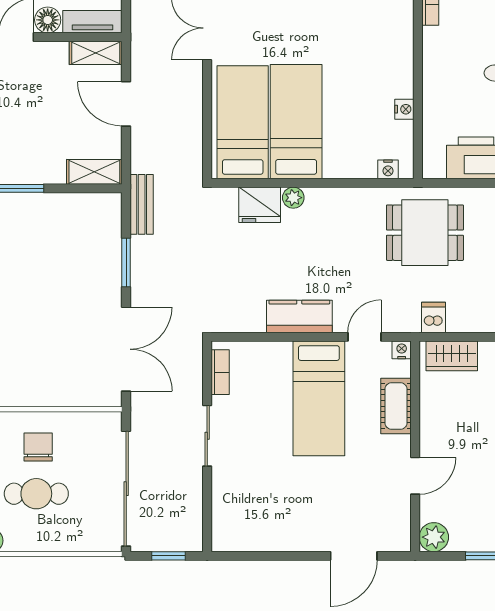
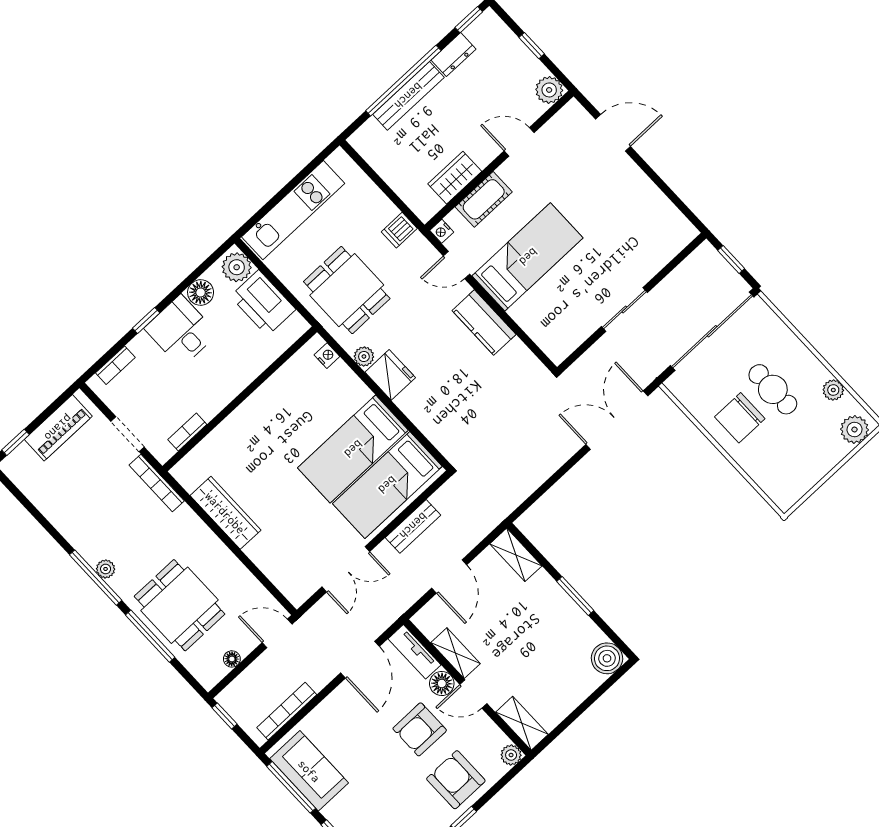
shelving: (96, 53) -> (456, 653), moved
nightstand: (404, 109) -> (276, 383), removed
plant: (293, 198) -> (364, 356), moved
bench: (142, 204) -> (413, 526), moved
fridge: (260, 205) -> (390, 375), moved
window: (126, 263) -> (558, 475), removed
wardrobe: (452, 356) -> (455, 178), moved, turned -90
bookcase: (220, 372) -> (572, 341), removed
chair: (38, 447) -> (740, 418), width x1.37, depth x1.37

